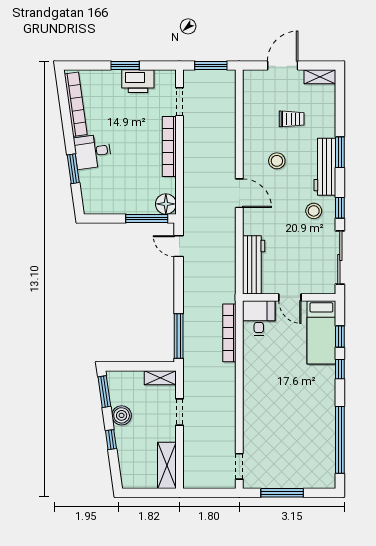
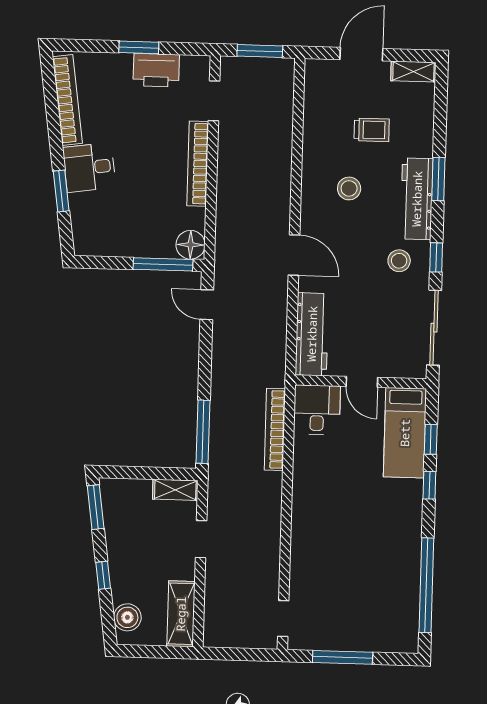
door: (239, 193) -> (294, 255), moved
boiler: (122, 415) -> (127, 617), moved

